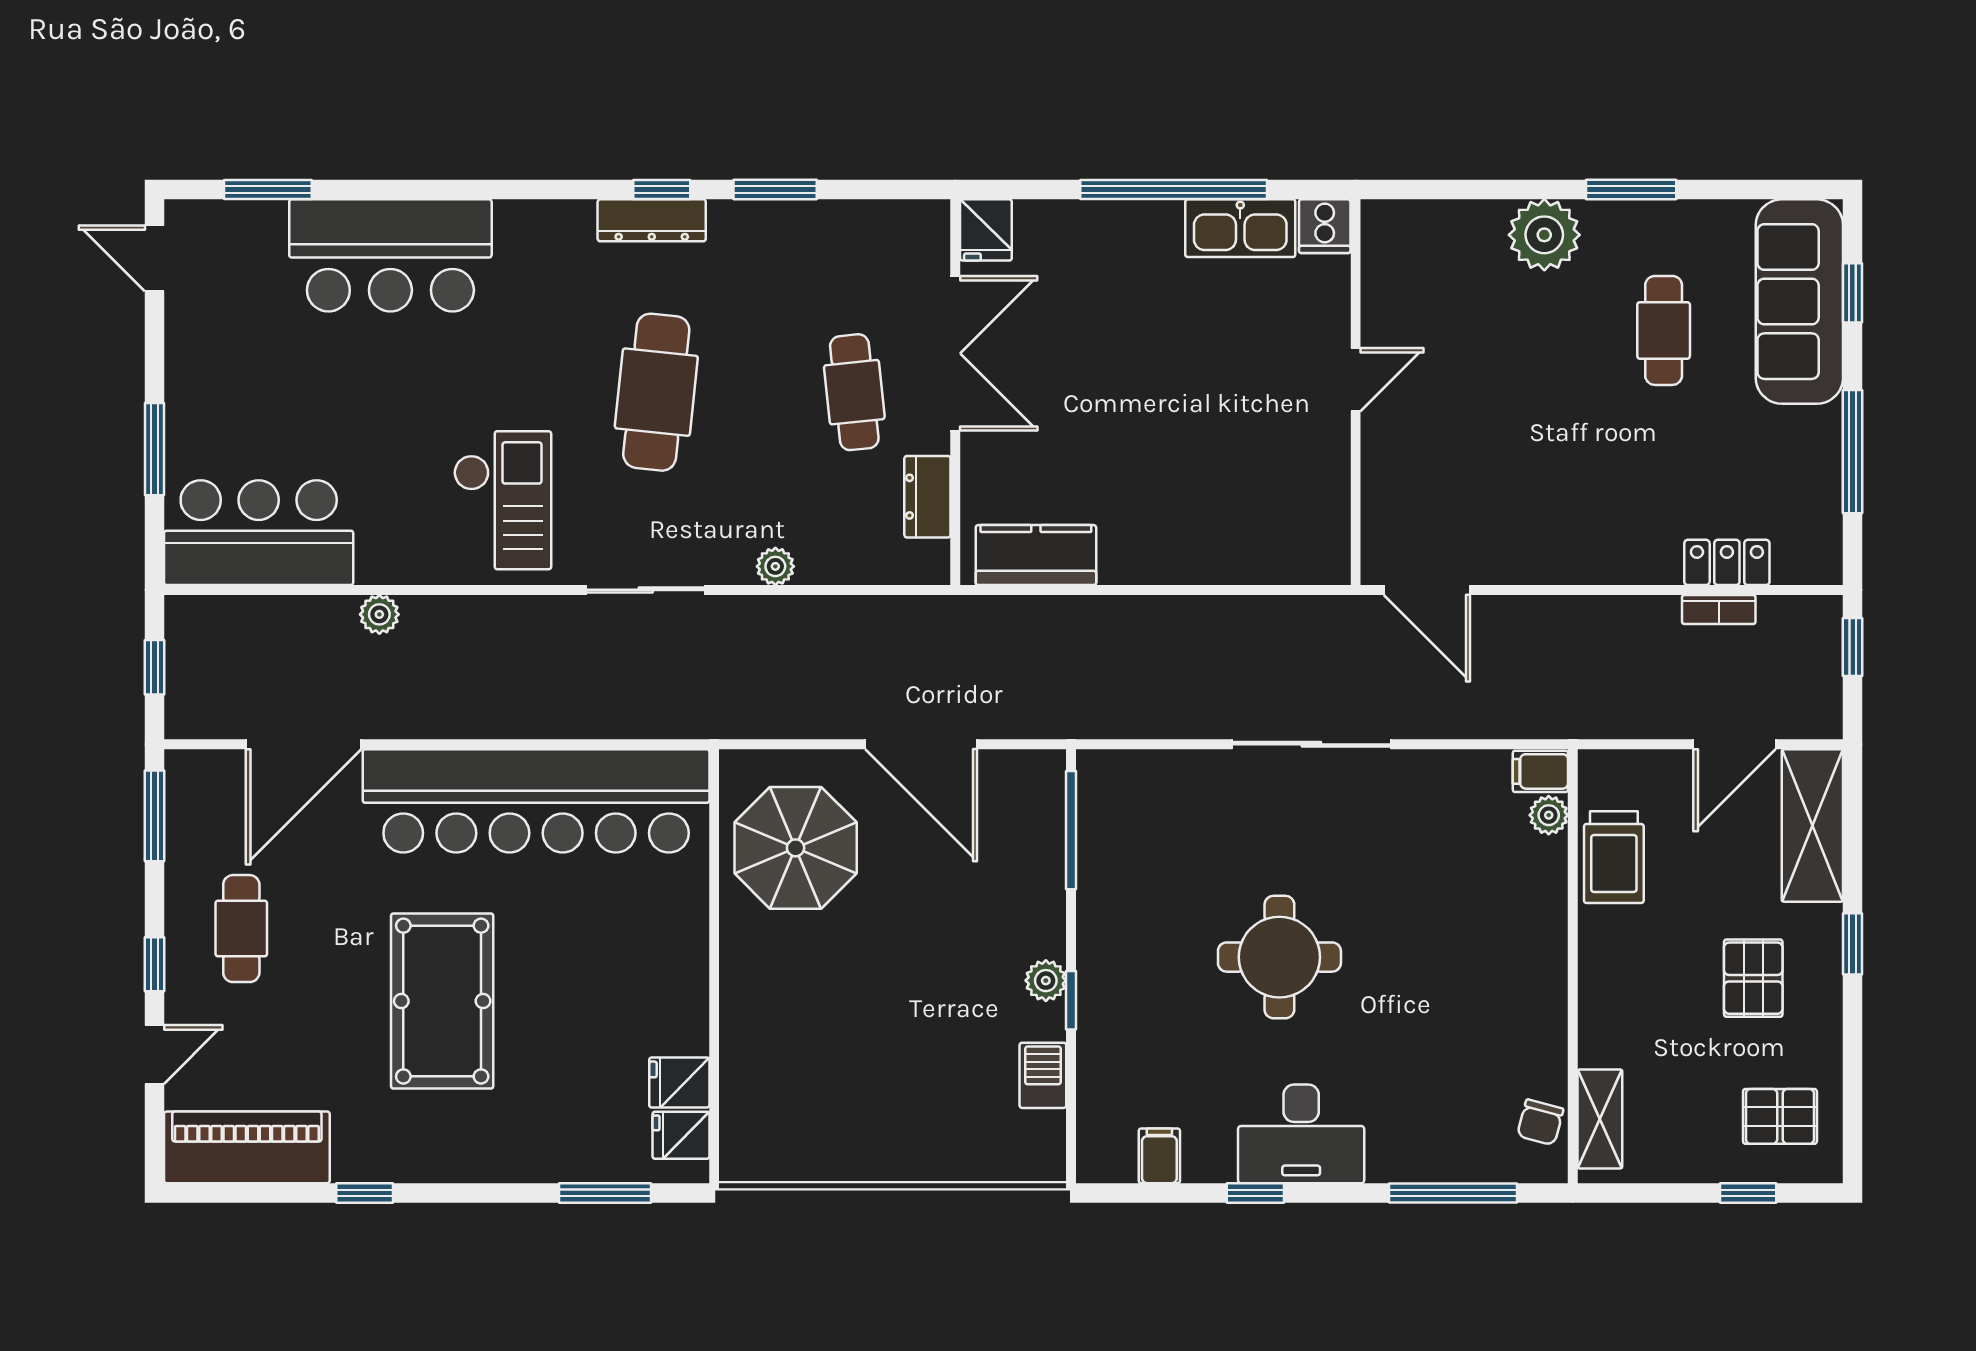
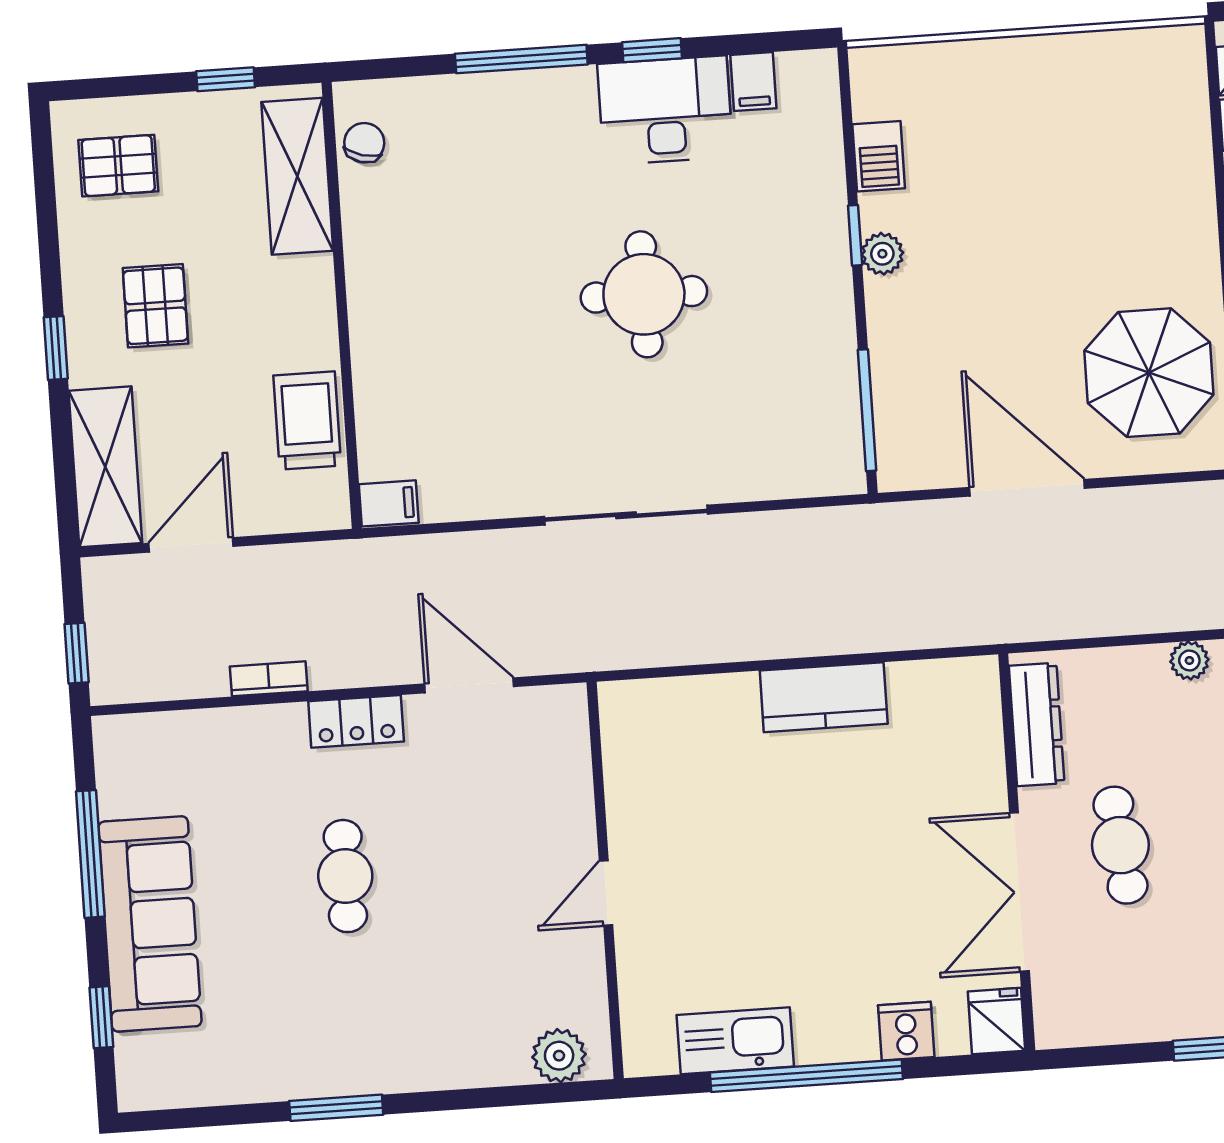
cooker: (1325, 226) -> (906, 1031), moved
plant: (1544, 235) -> (559, 1056), moved, width x0.73, depth x0.73
sofa: (1799, 302) -> (150, 924), moved
cafe table: (1664, 330) -> (345, 876), moved
dresser: (927, 497) -> (1037, 724), width x1.44
kitchen counter: (1036, 555) -> (824, 697), moved
locker: (1727, 562) -> (356, 721), moved
door: (1427, 590) -> (469, 685), moved
bookcase: (1719, 609) -> (269, 679), moved
plant: (1549, 815) -> (377, 459), removed
shelving: (1600, 1119) -> (297, 176), width x1.50, depth x1.33
desk: (1301, 1134) -> (665, 110), moved
window: (1453, 1193) -> (521, 59), moved
window: (1748, 1193) -> (226, 79), moved

